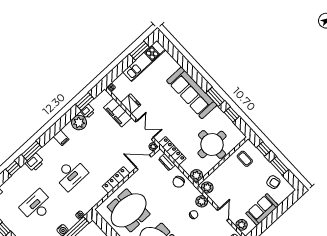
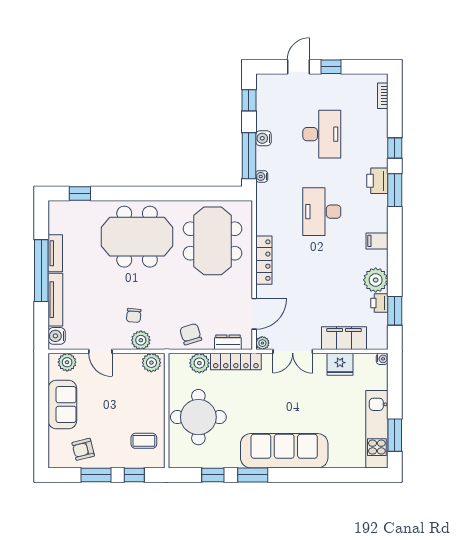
plant: (196, 175) -> (199, 363), moved

